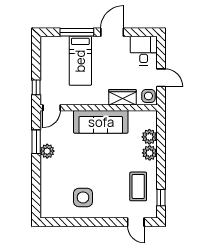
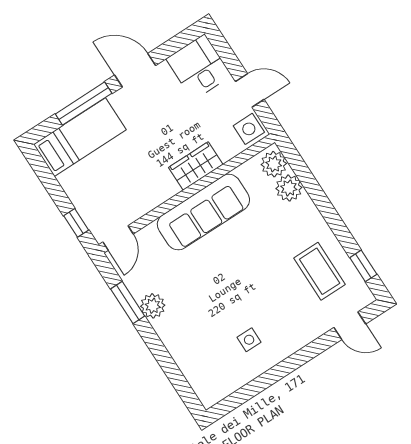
door: (112, 32) -> (135, 70), hinge flipped
bed: (80, 61) -> (80, 137), moved, turned -90
wardrobe: (122, 97) -> (196, 166), moved
plant: (150, 153) -> (274, 164), moved
side table: (83, 197) -> (249, 340), width x0.54, depth x0.54

